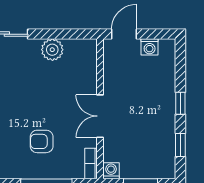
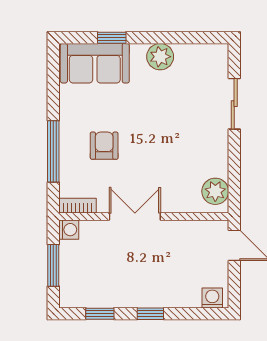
washing machine: (150, 47) -> (212, 298), moved, turned 90
plant: (52, 50) -> (215, 191), moved

